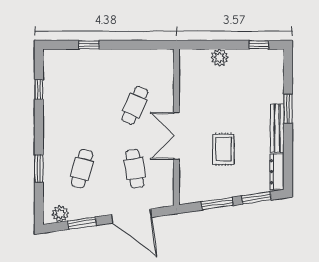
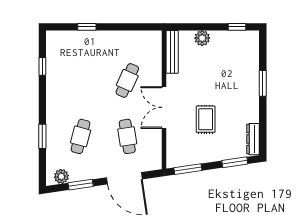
bench: (277, 128) -> (172, 52), moved
window: (217, 204) -> (188, 169), moved

